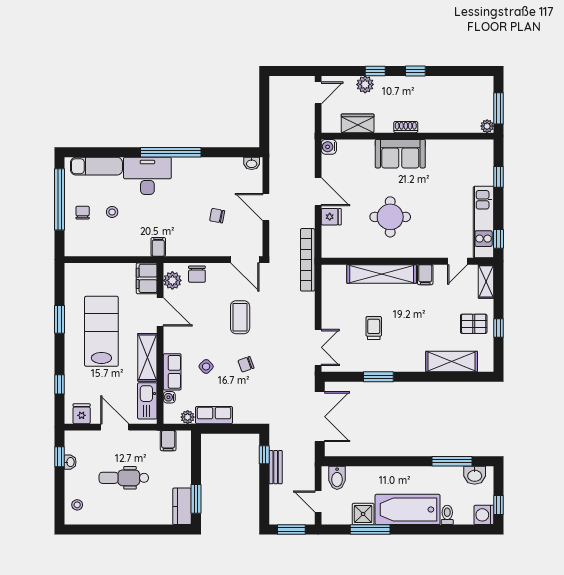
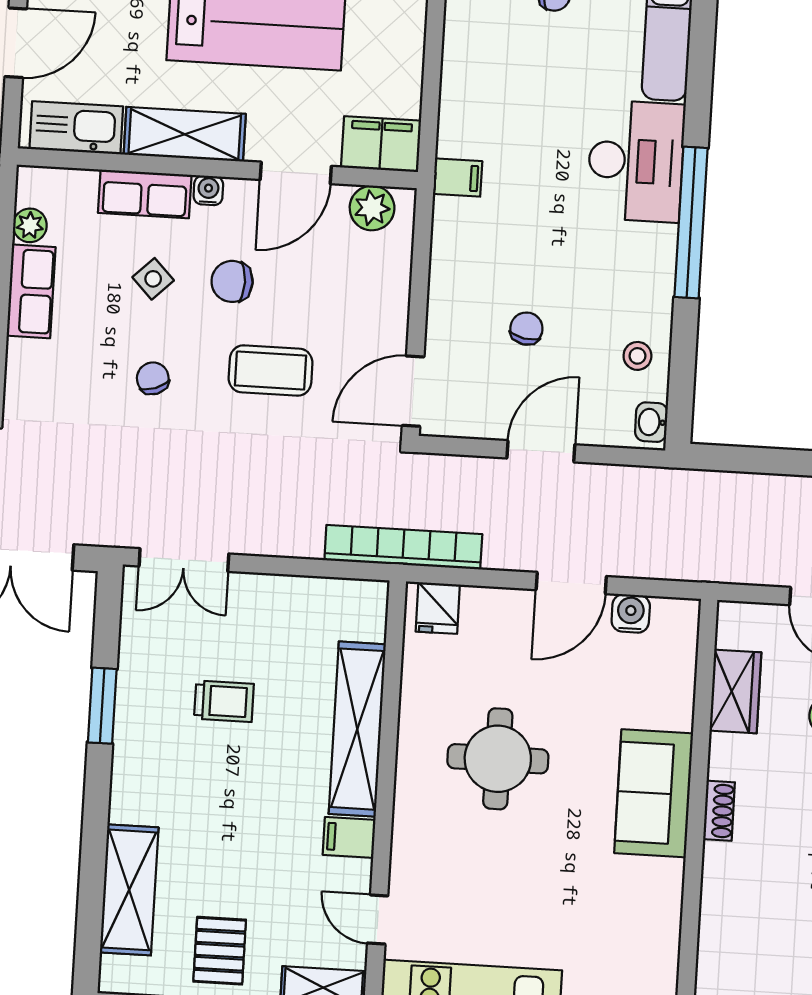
water cooler: (329, 147) -> (631, 613), moved
stool: (112, 212) -> (637, 356), moved
fridge: (331, 217) -> (438, 608), moved
chair: (197, 274) -> (232, 281), moved
water cooler: (169, 397) -> (208, 190), moved

